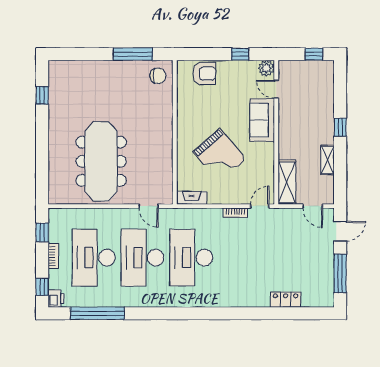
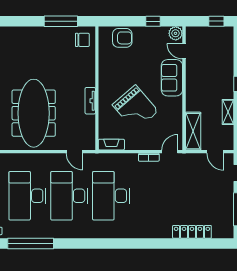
tv unit: (167, 147) -> (90, 101), added
locker: (286, 300) -> (192, 232), width x1.53

